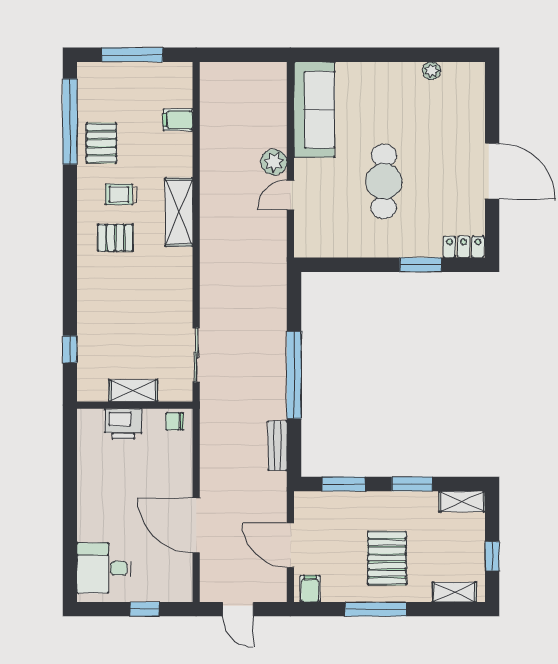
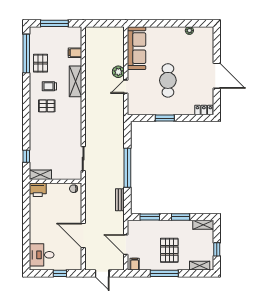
shelving: (179, 212) -> (75, 81), moved
window: (421, 265) -> (165, 118), moved
shelving: (133, 391) -> (40, 175), moved
printer: (123, 424) -> (38, 190), moved

